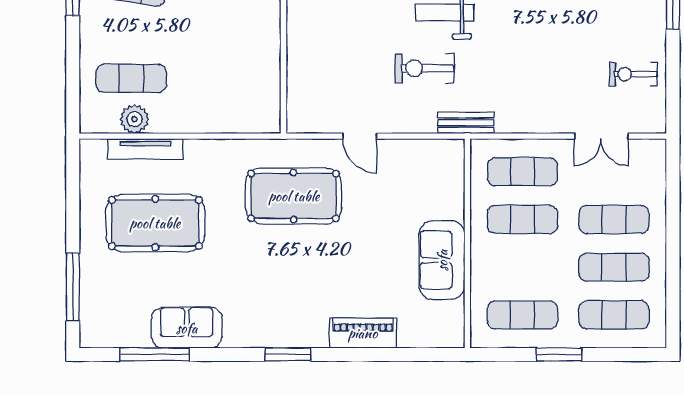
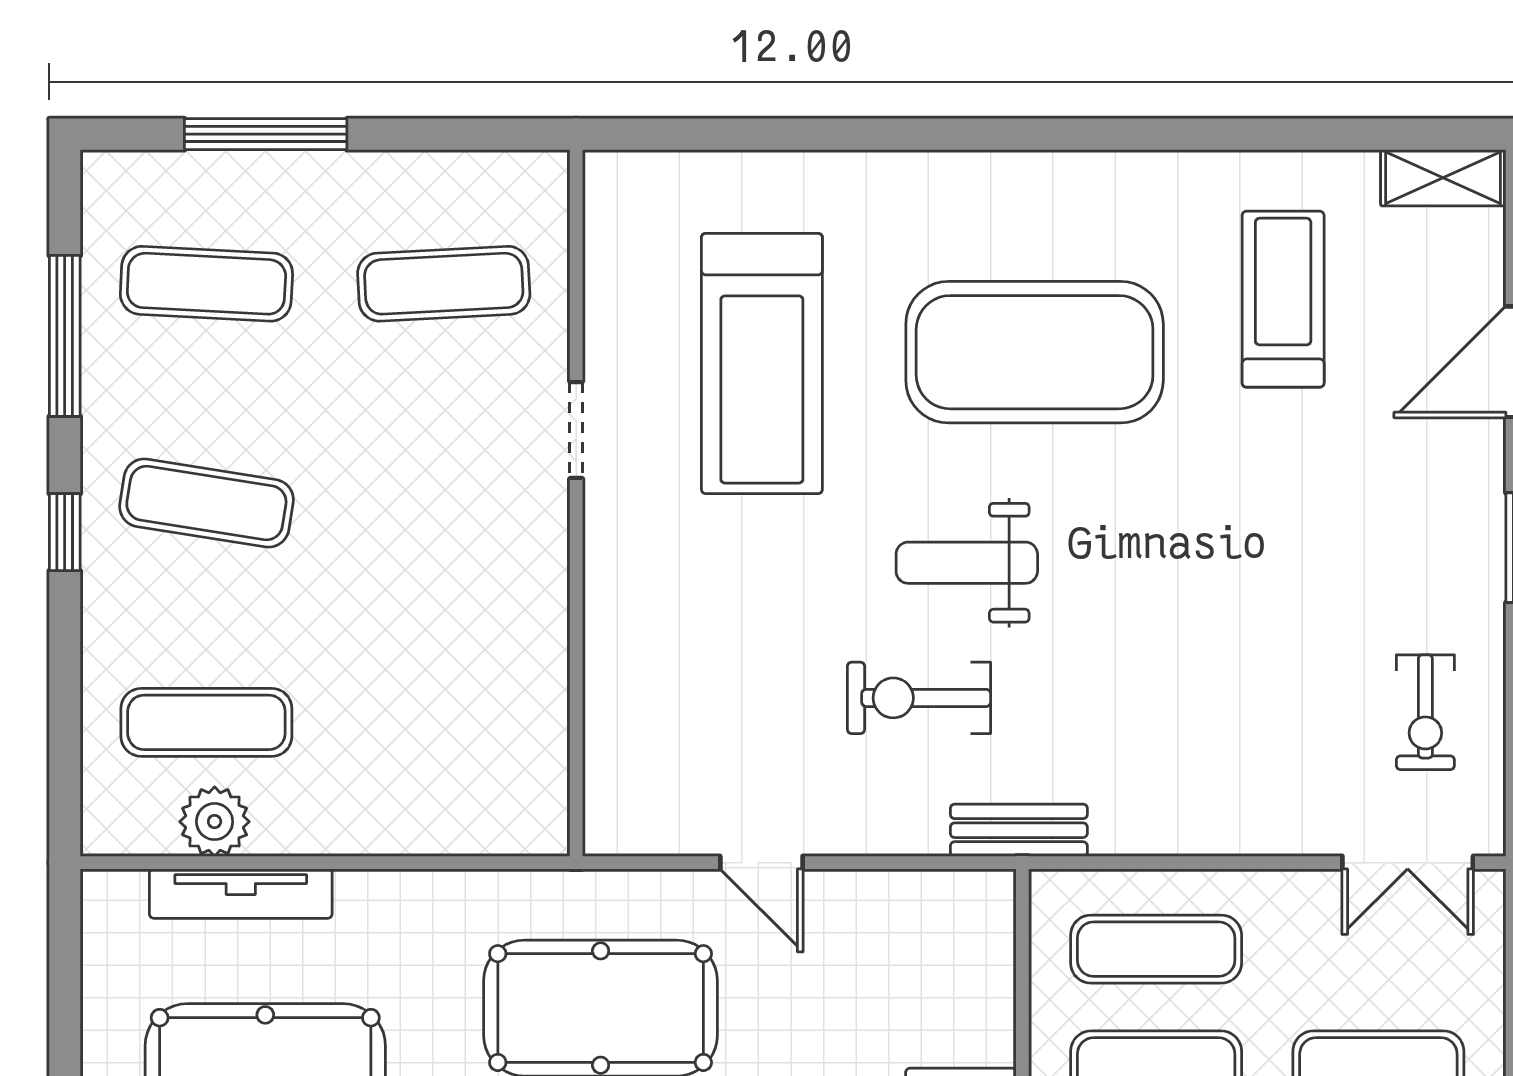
exercise bike: (633, 74) -> (1425, 712), turned -90
double door: (601, 136) -> (1408, 863), moved

